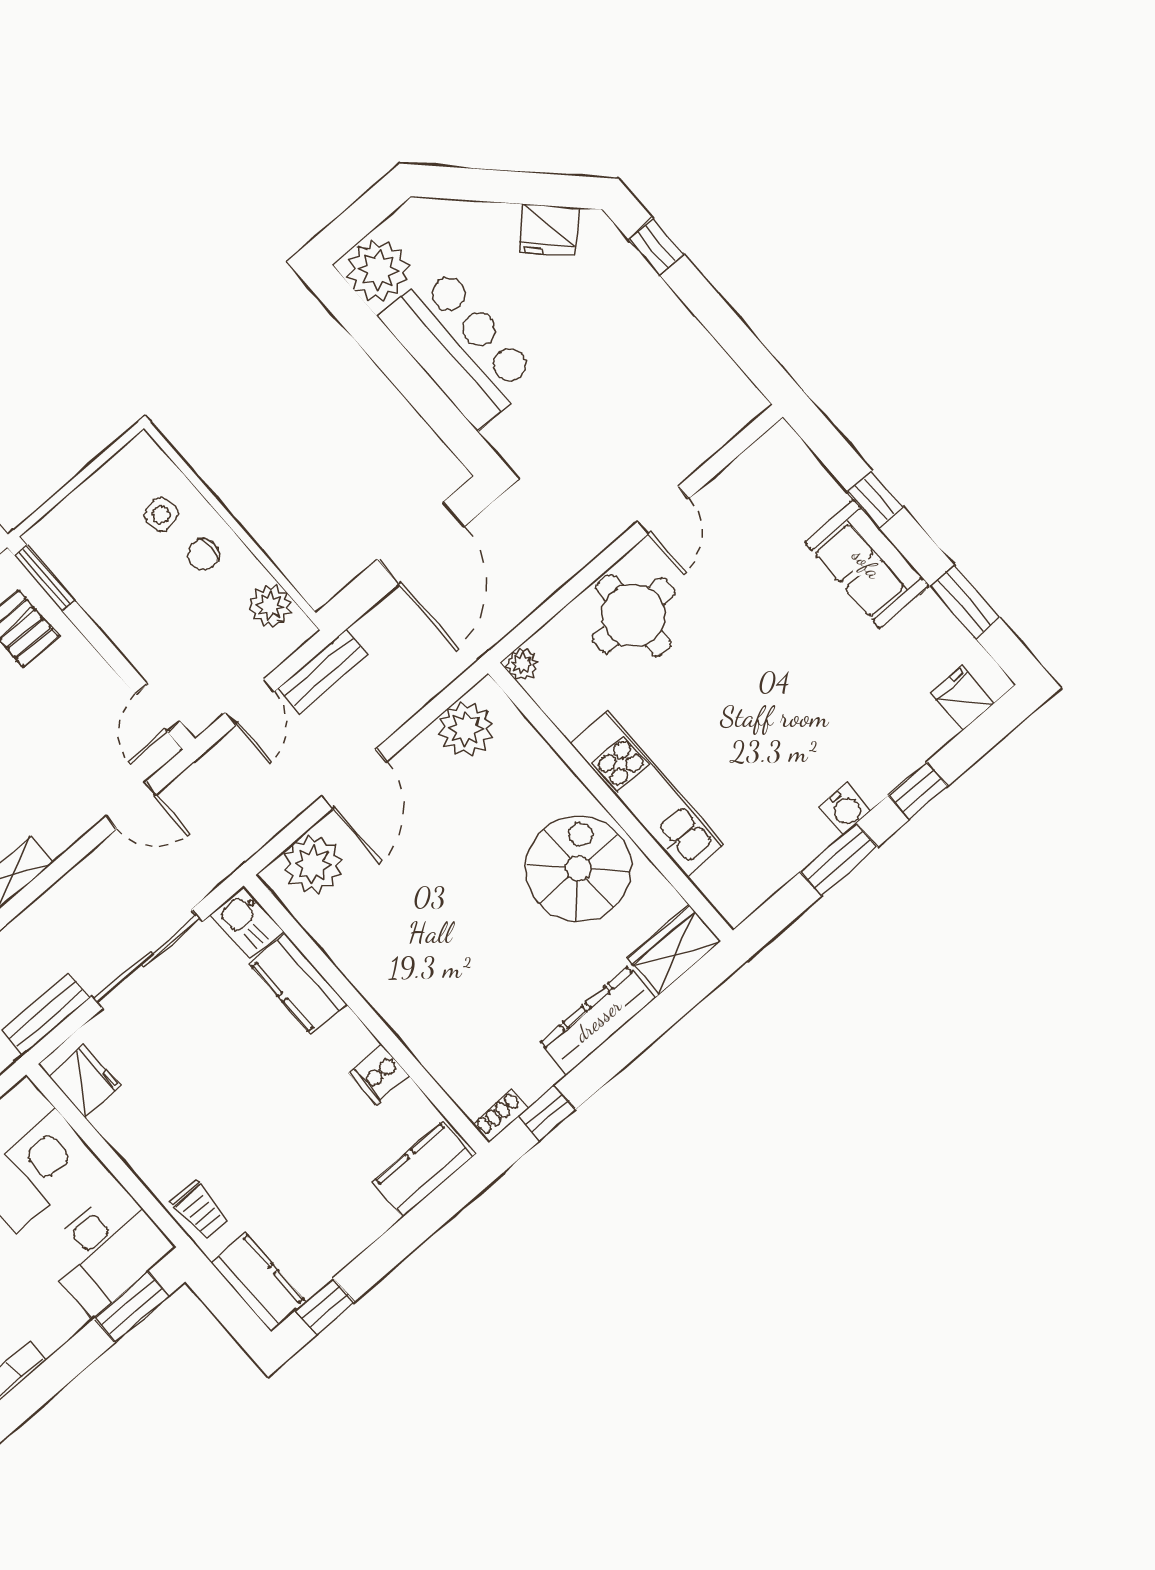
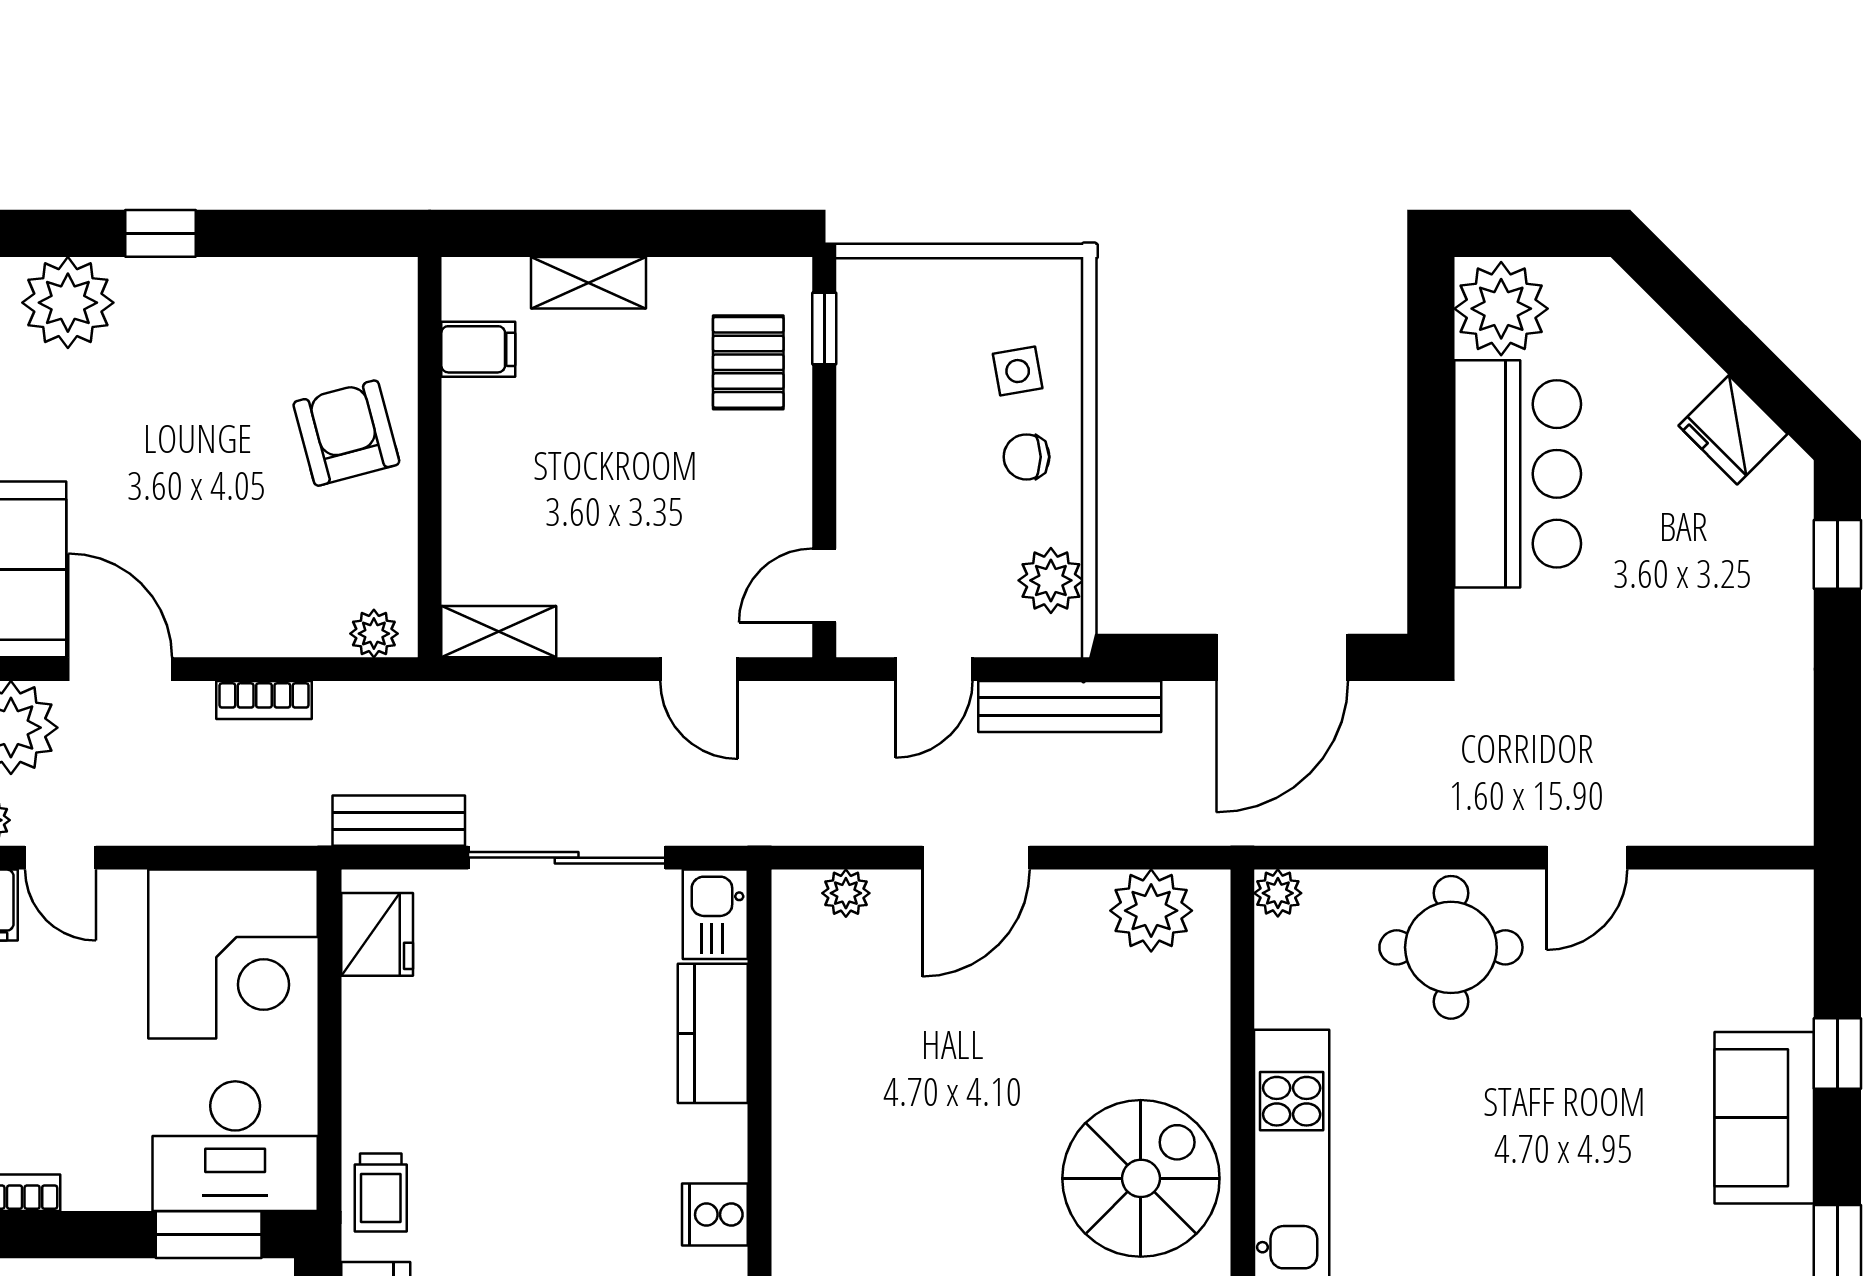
window: (44, 578) -> (824, 328), width x0.67
bench: (323, 672) -> (1070, 707), width x1.36
plant: (313, 865) -> (846, 893), width x0.53, depth x0.53

